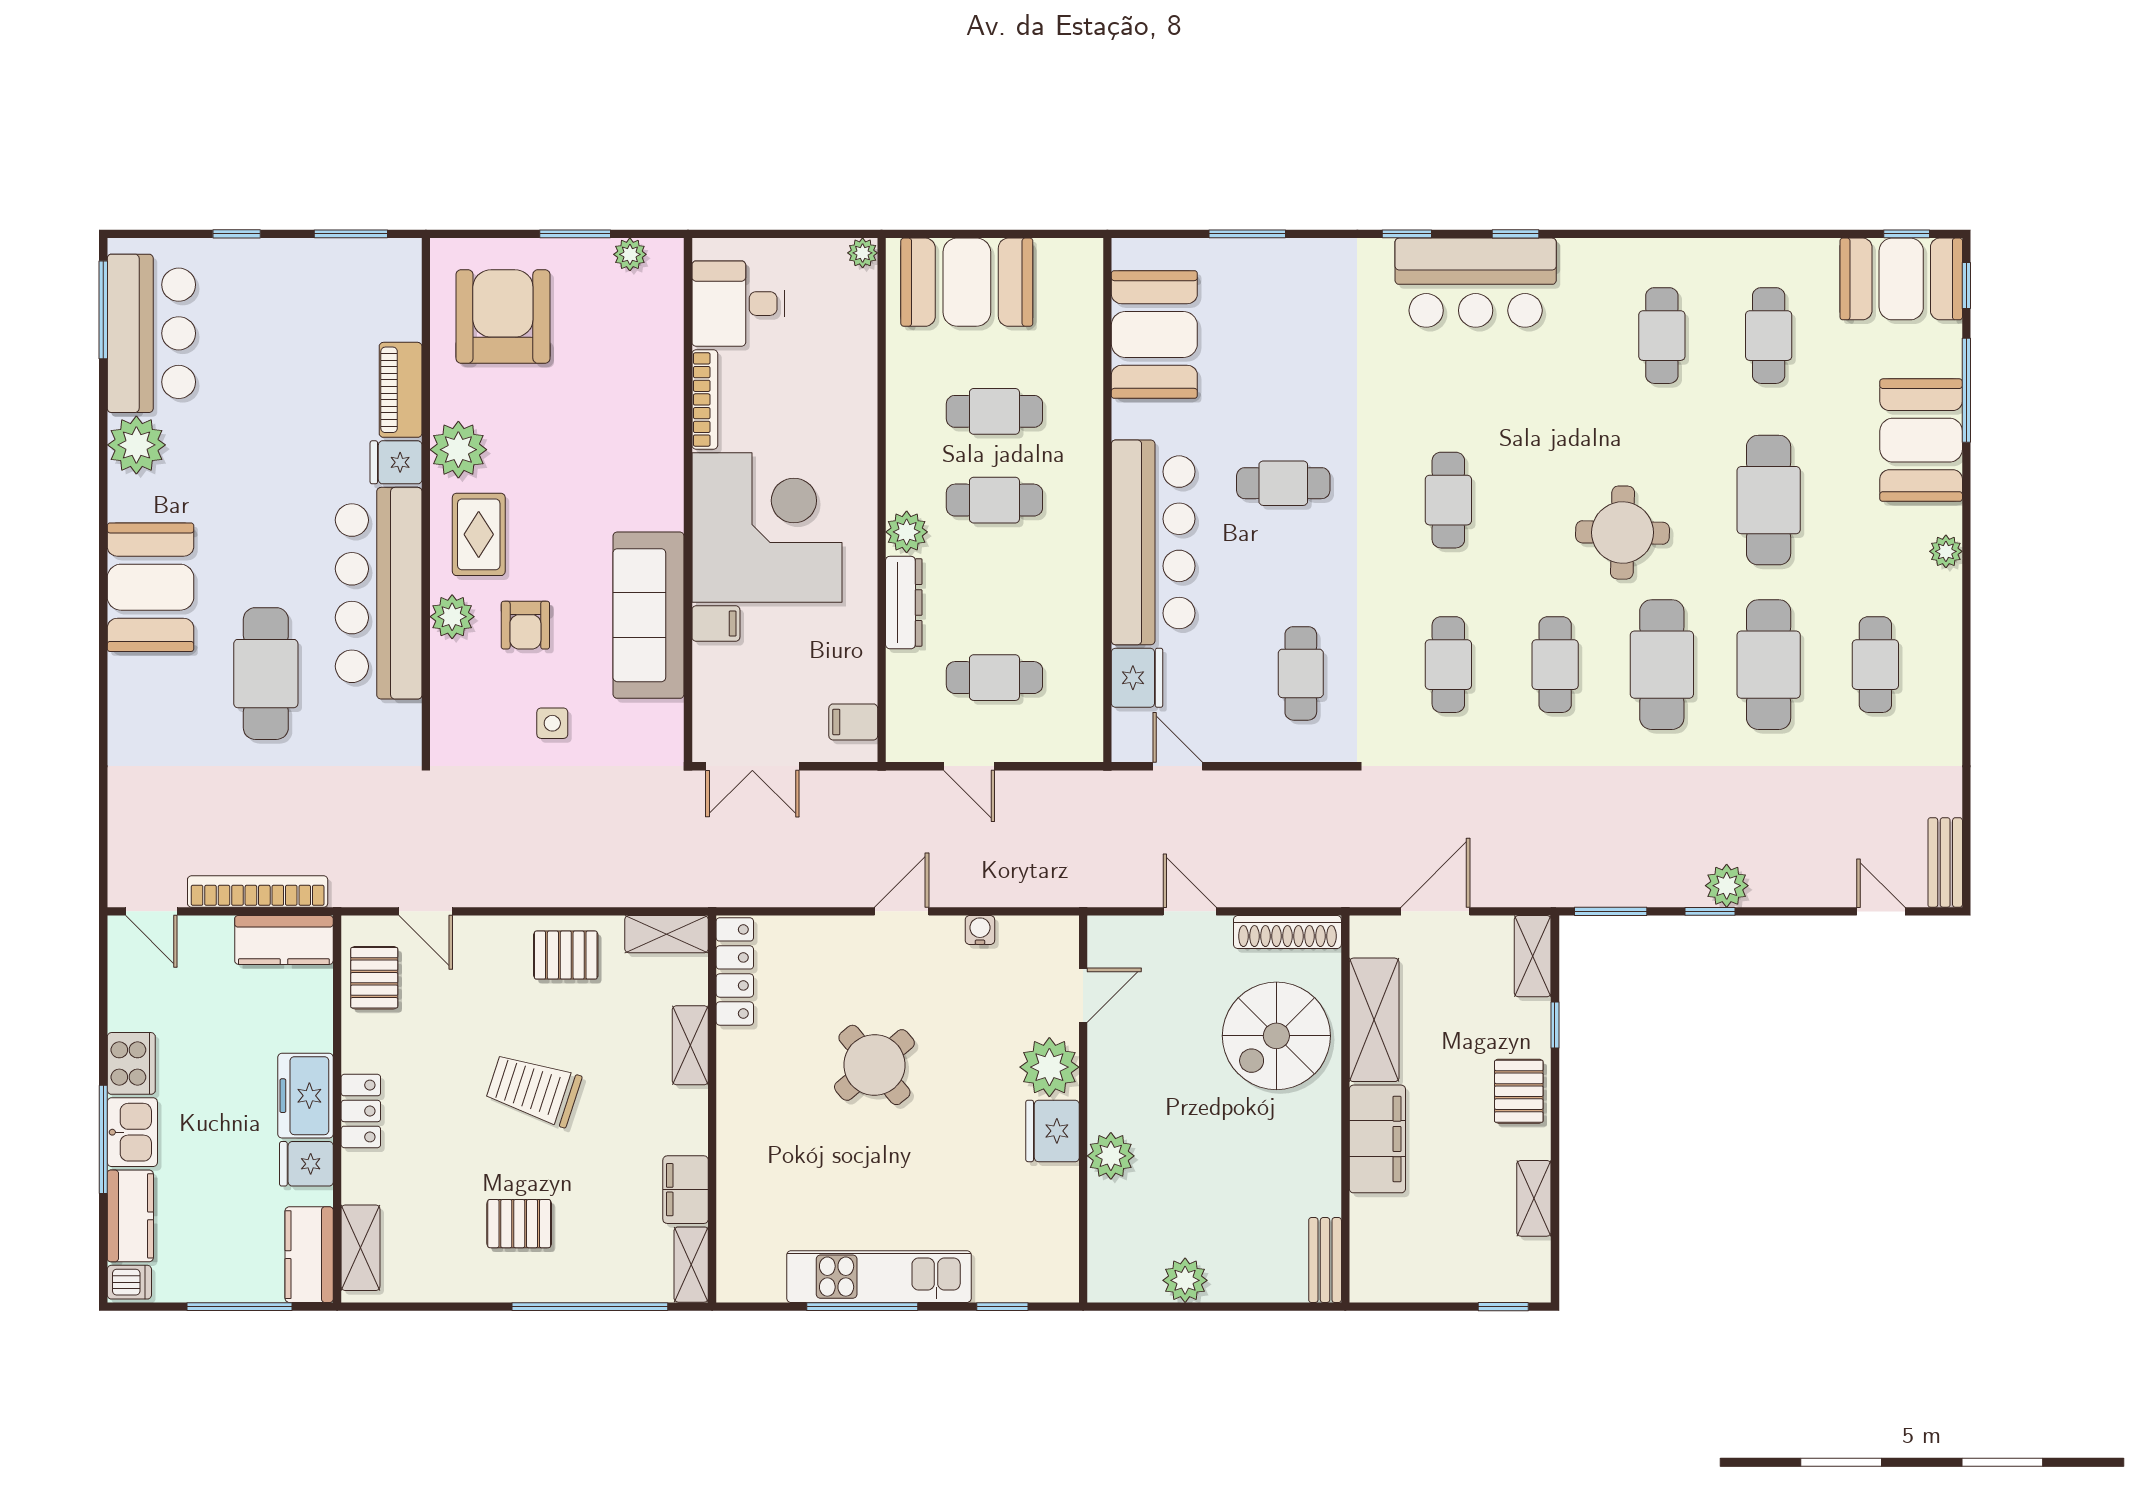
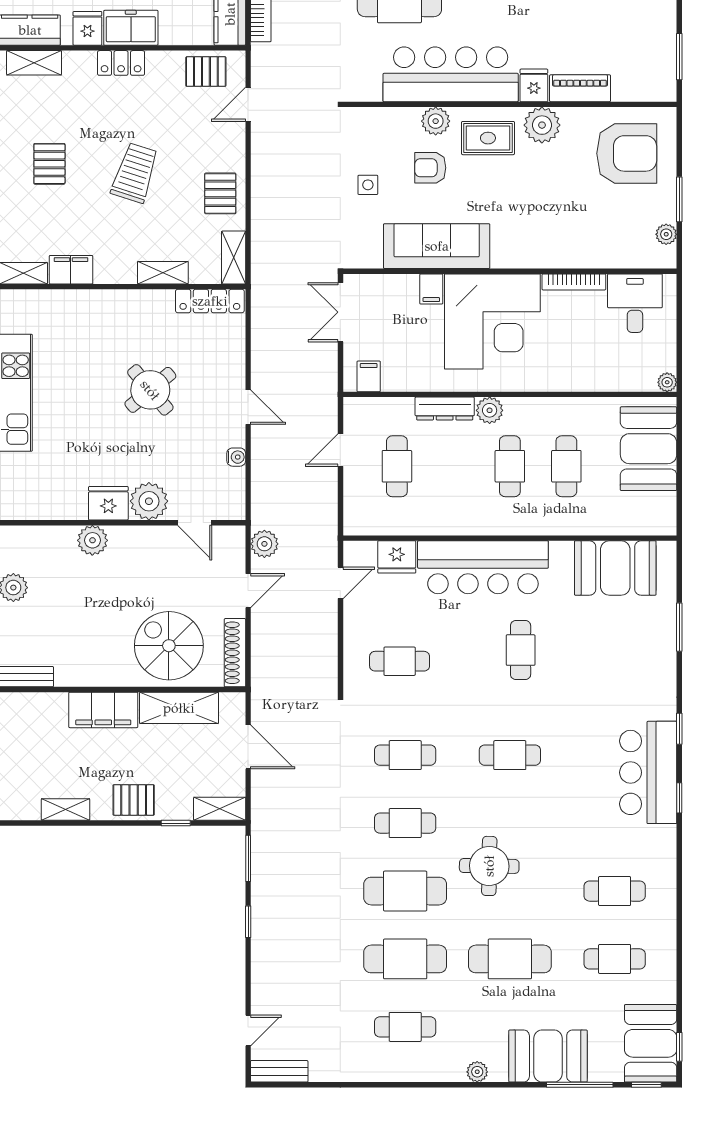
plant: (1727, 886) -> (264, 544), moved

